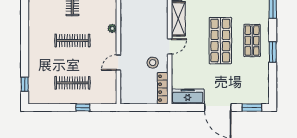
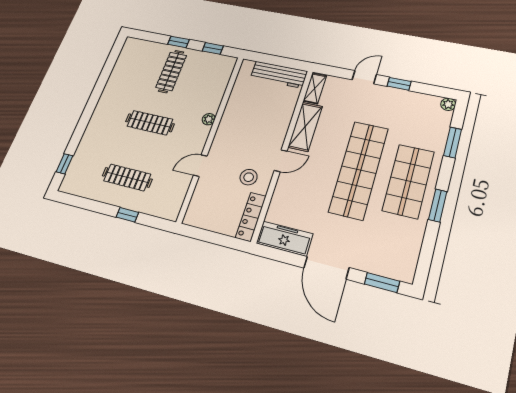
shop shelf: (220, 41) -> (359, 170), width x1.40
shop shelf: (252, 41) -> (408, 181), width x1.43, depth x1.36

